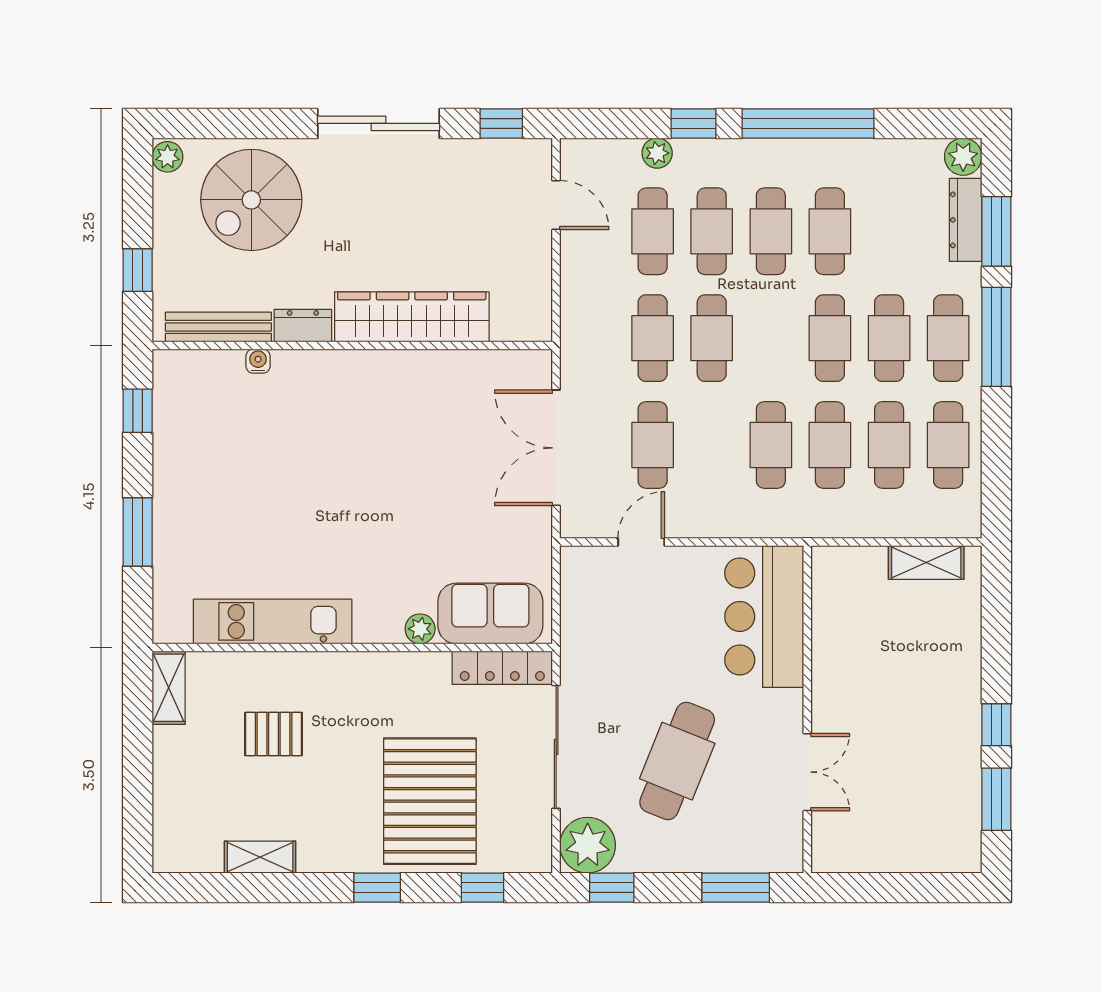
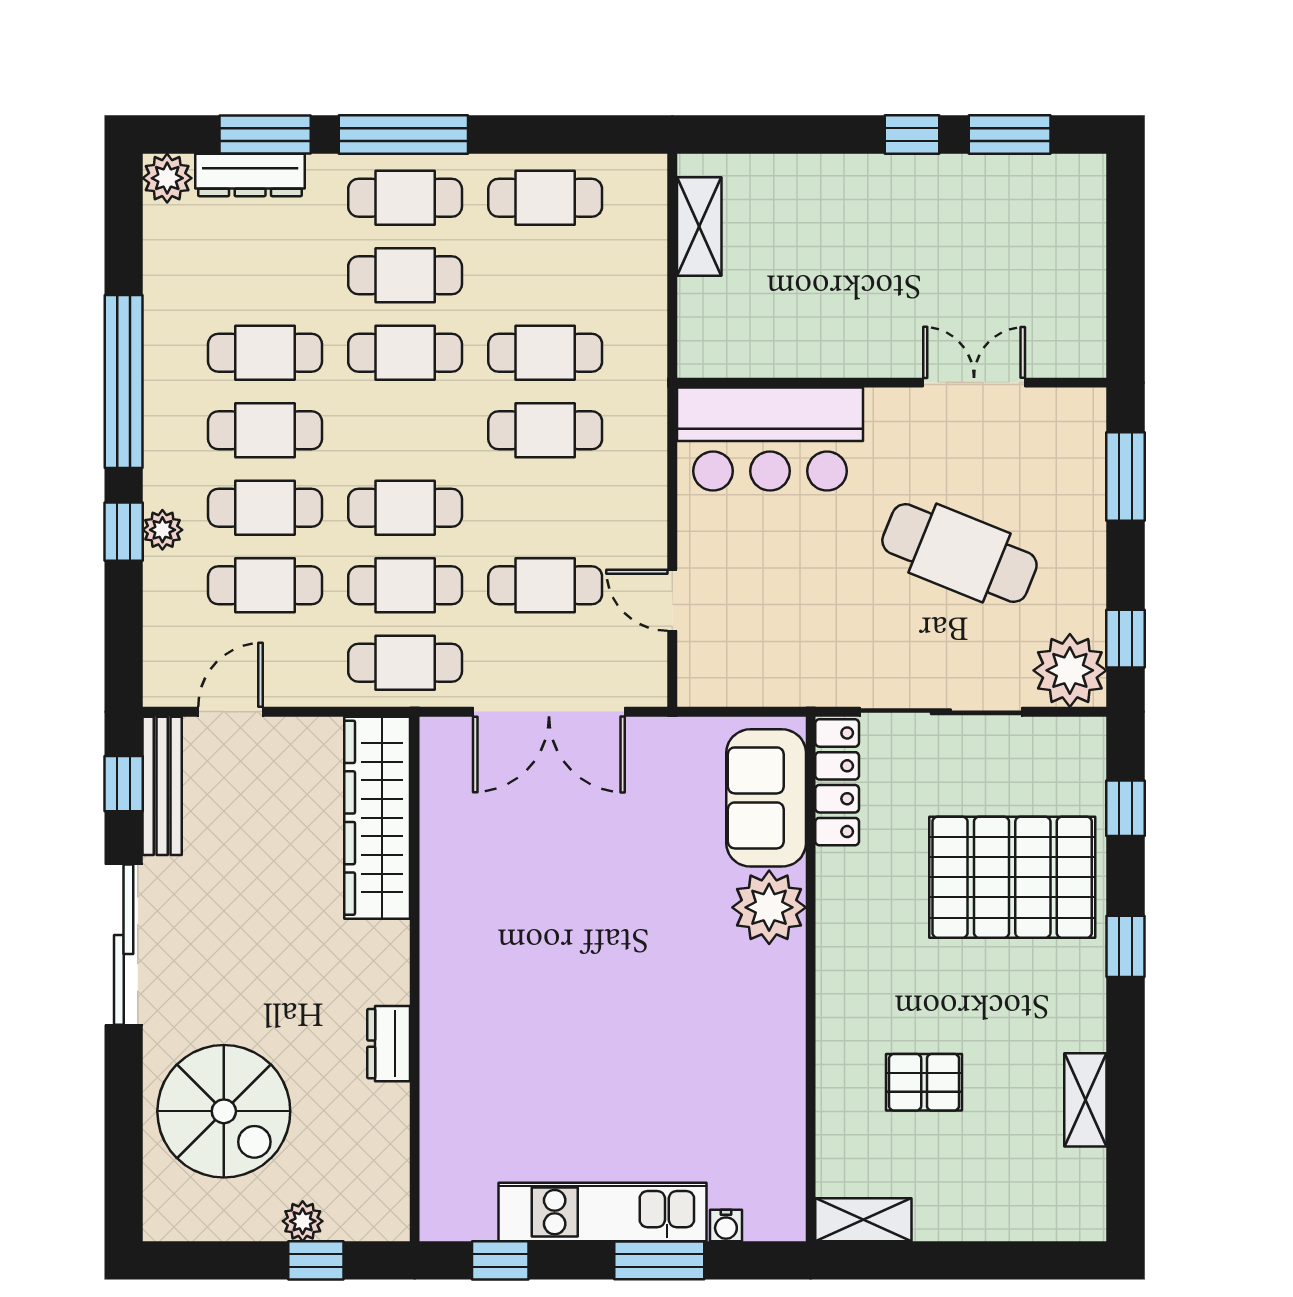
plant: (657, 153) -> (162, 530), moved
plant: (168, 157) -> (303, 1221), moved
wardrobe: (412, 317) -> (377, 818), moved
bench: (218, 327) -> (162, 786), moved
water cooler: (258, 361) -> (726, 1226), moved, turned -90
cafe table: (889, 445) -> (405, 663), moved
kitchen unit: (273, 621) -> (602, 1212), moved, turned 90
plant: (420, 629) -> (769, 907), width x1.88, depth x1.88
pallet: (274, 734) -> (924, 1082), turned 90

